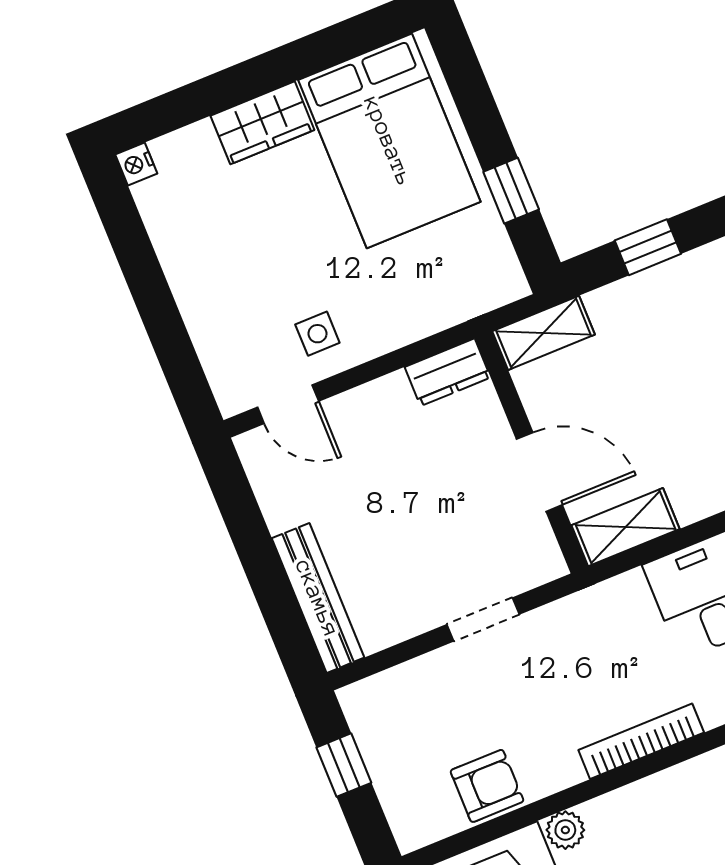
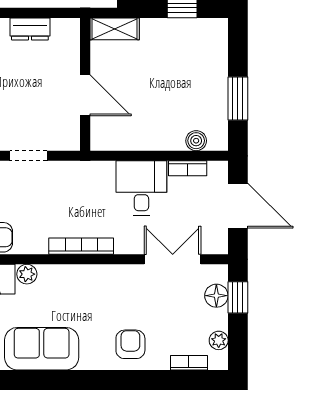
dresser: (448, 372) -> (30, 29), moved
shelving: (626, 527) -> (116, 139), removed

